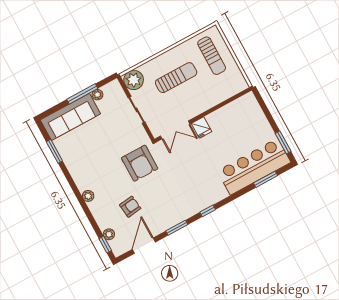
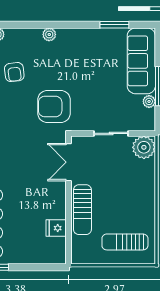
sun lounger: (176, 78) -> (82, 210), moved
fridge: (201, 127) -> (56, 228), moved

